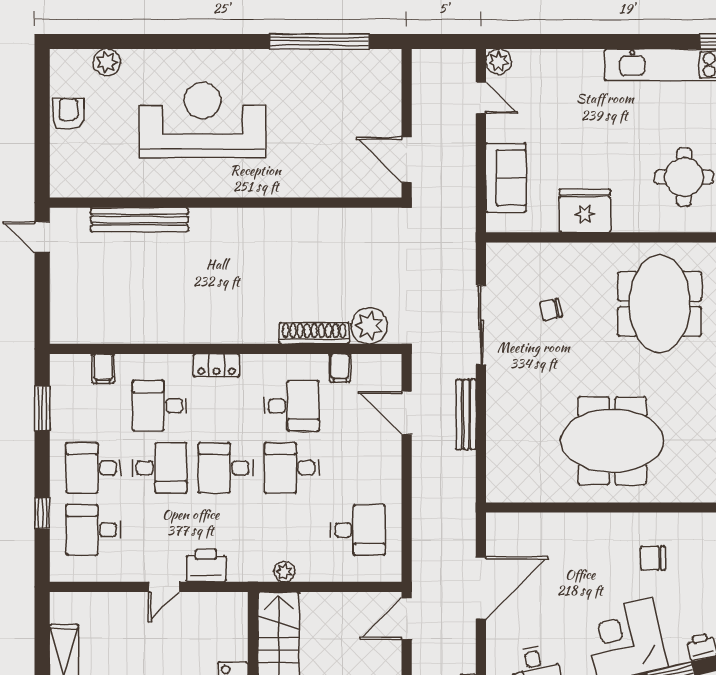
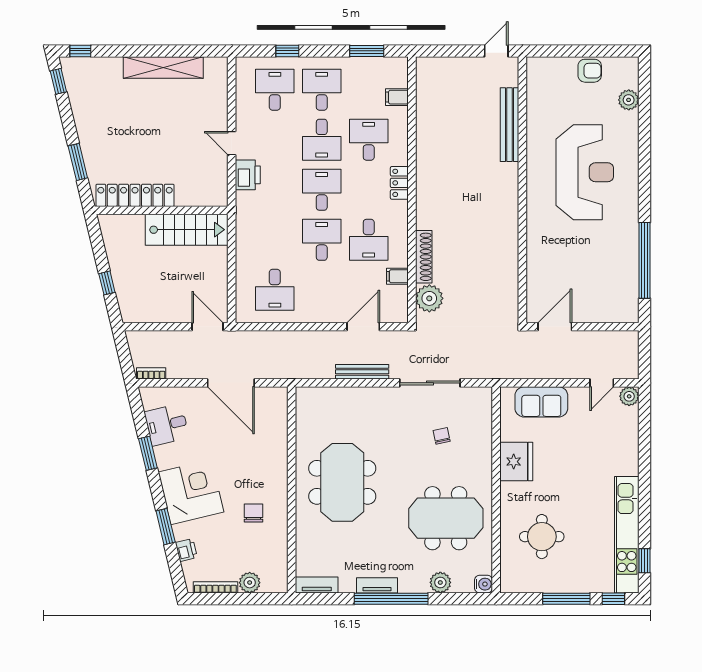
plant: (284, 572) -> (243, 234), removed

